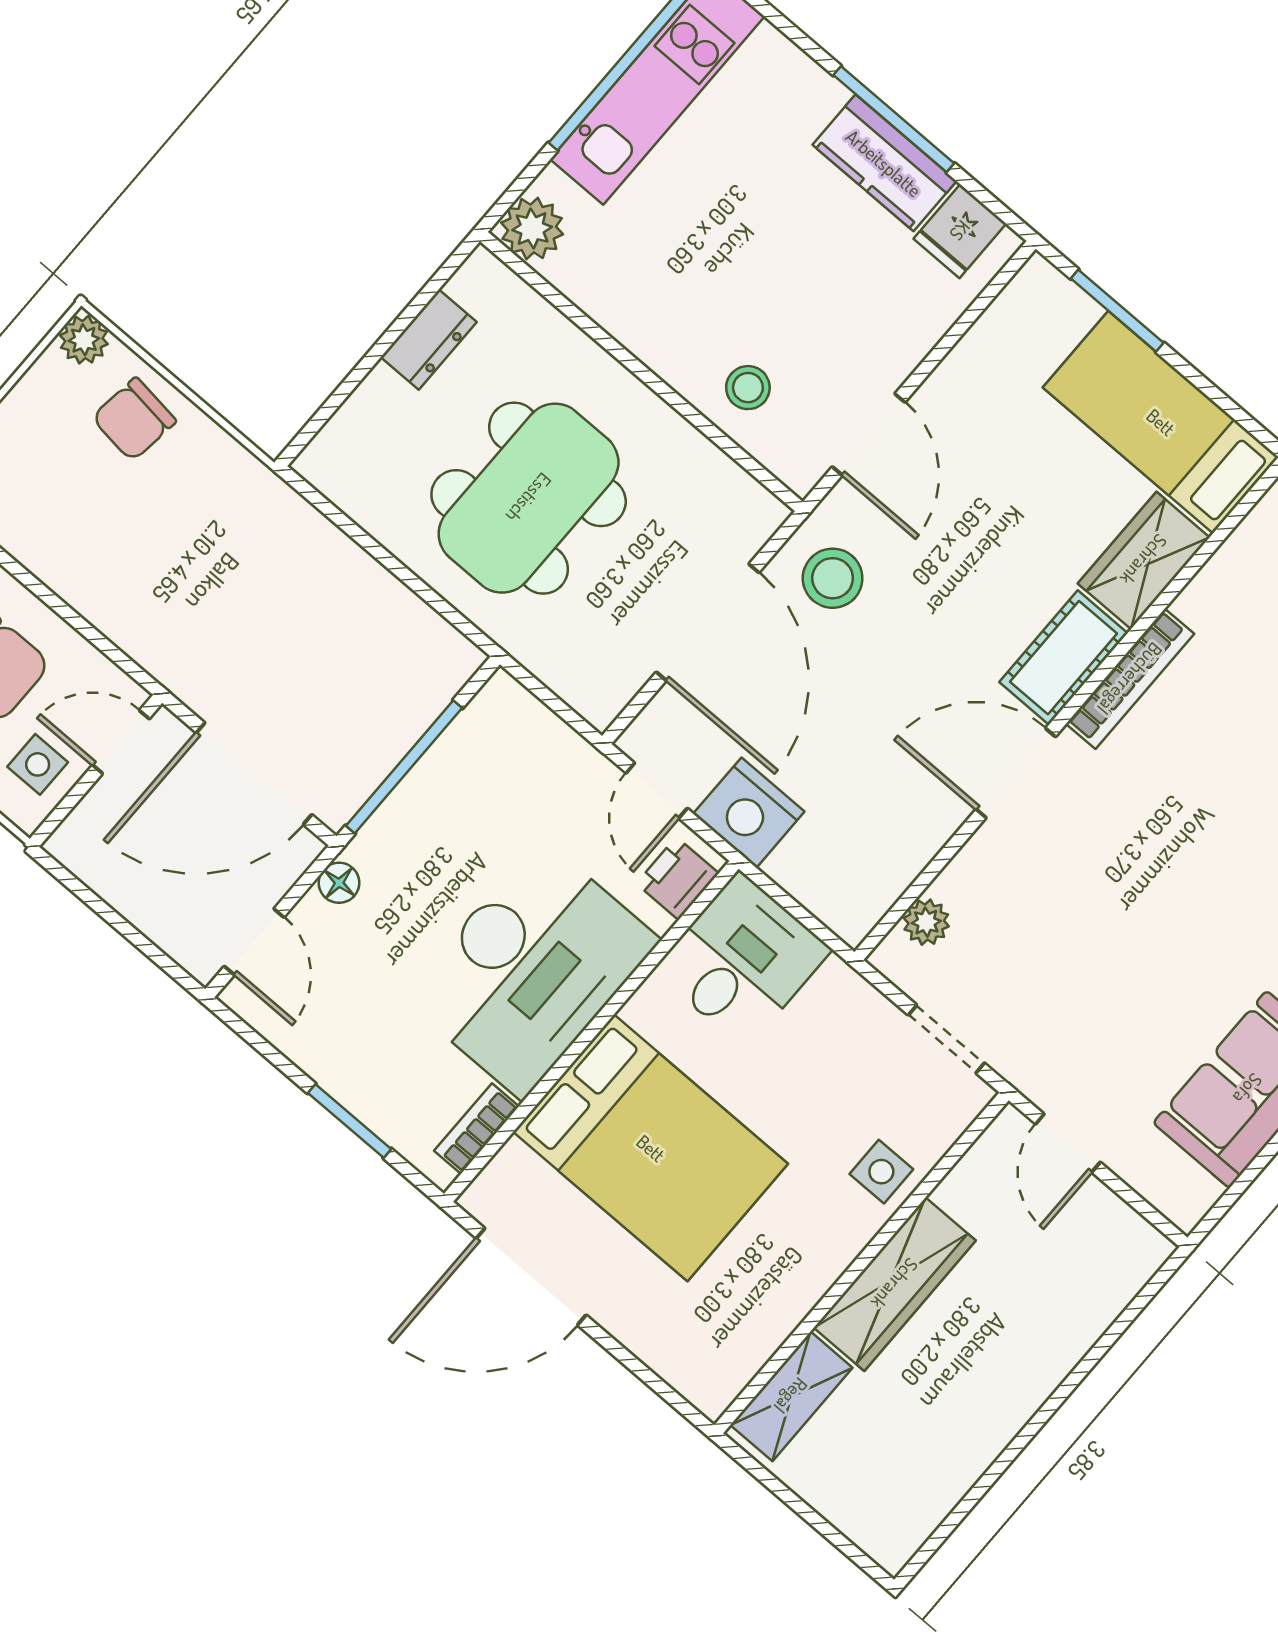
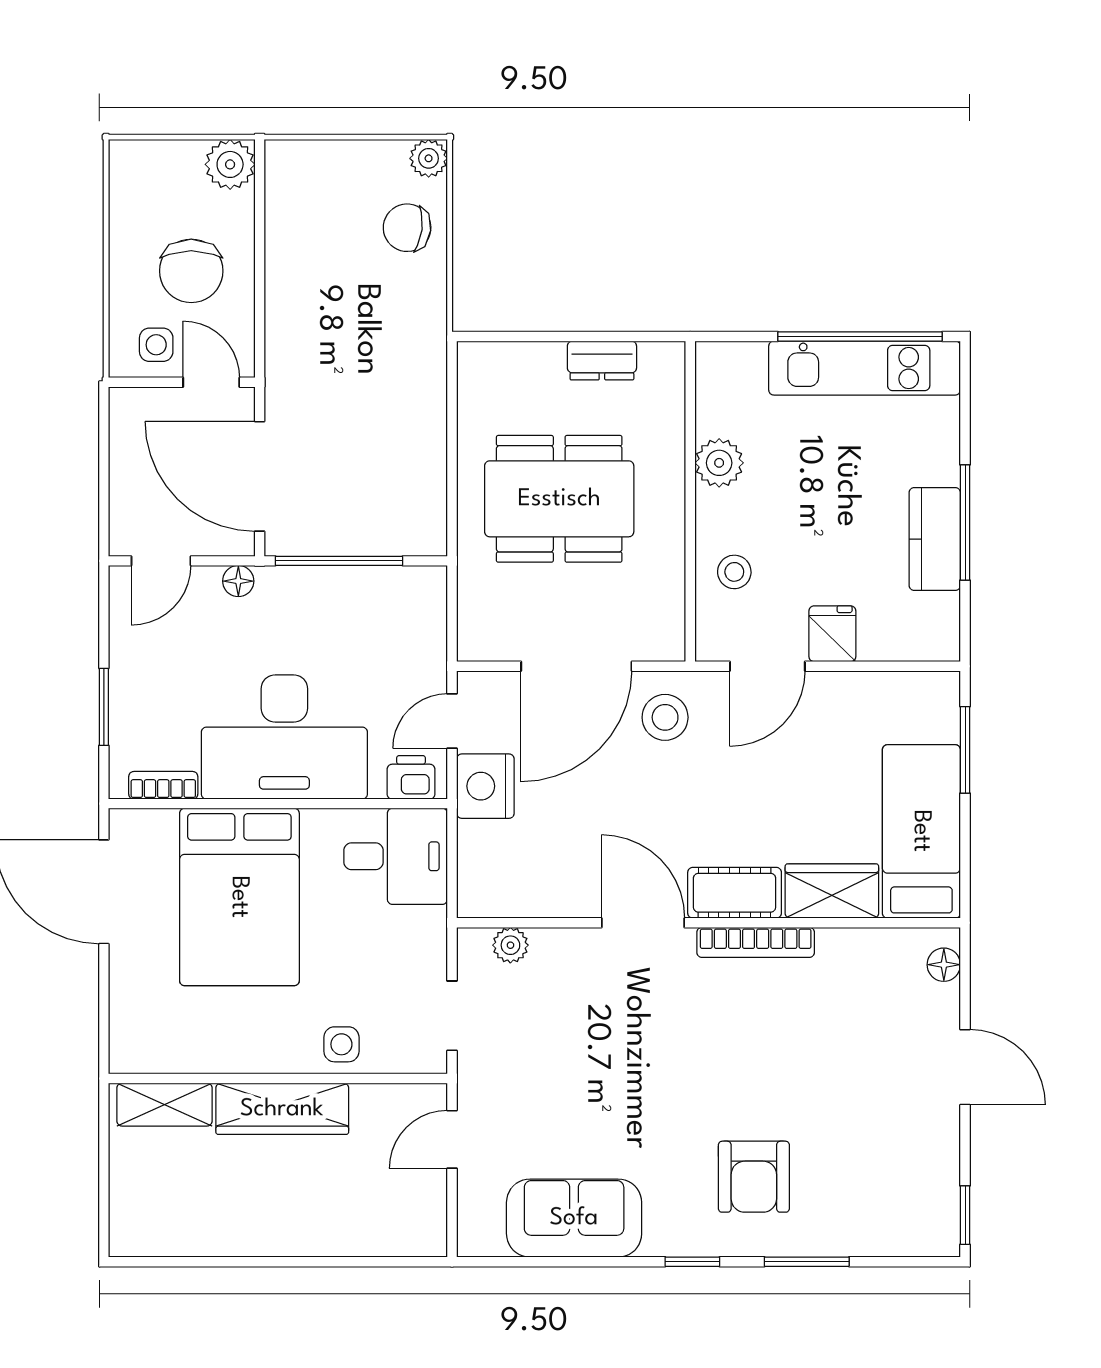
plant: (532, 229) -> (719, 463), moved
fridge: (960, 231) -> (832, 634), moved, turned 90

